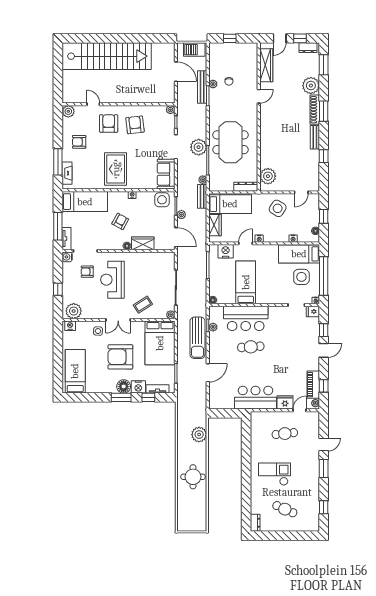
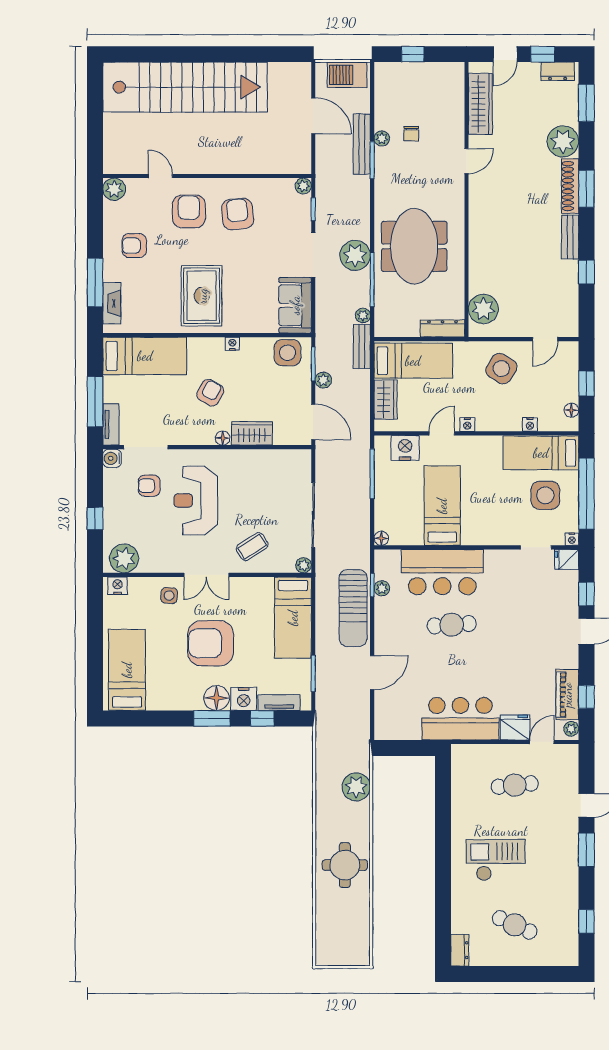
bed: (160, 343) -> (293, 618), width x0.67

